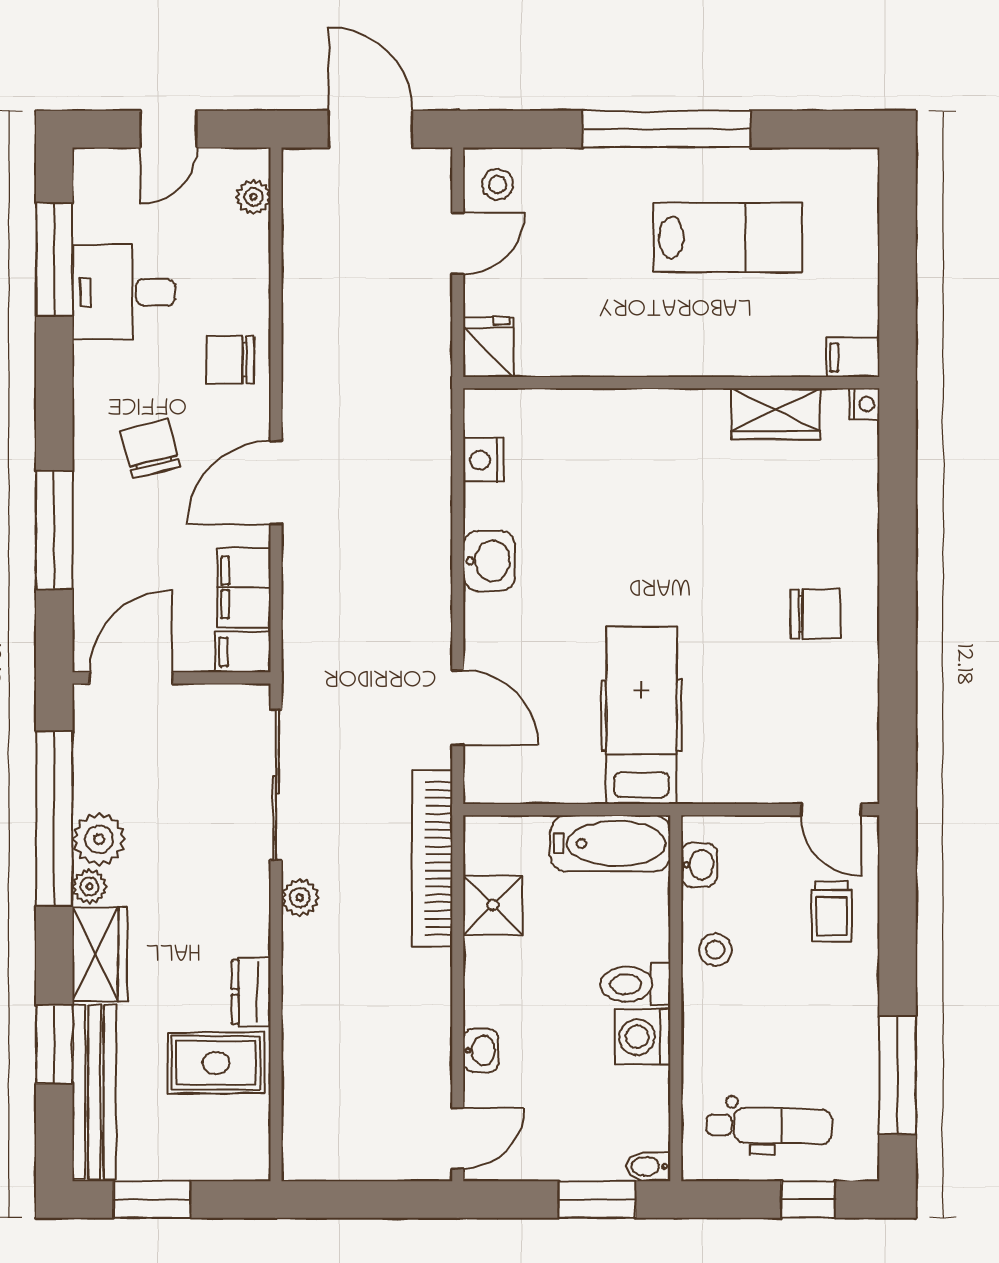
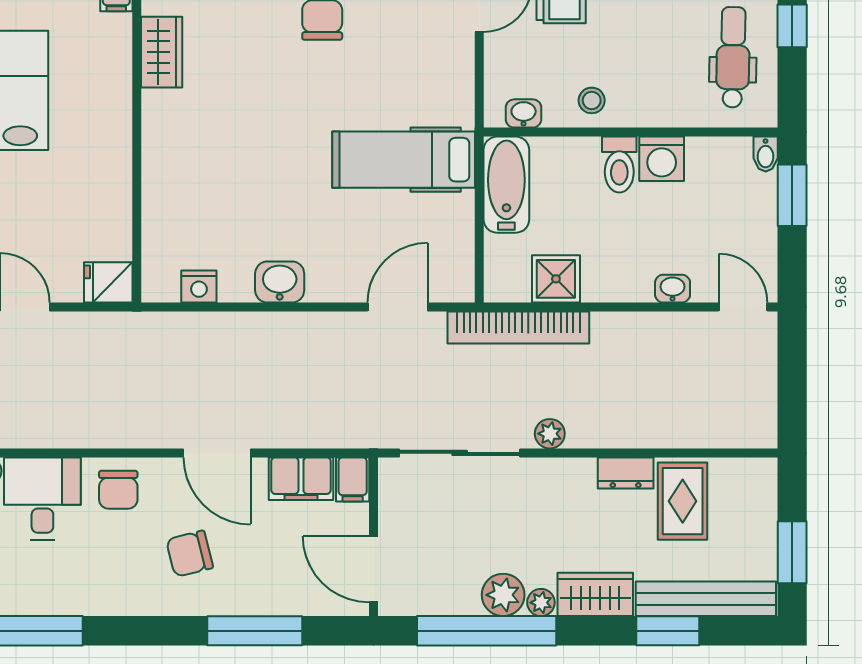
desk: (124, 292) -> (42, 498), moved, turned 180

